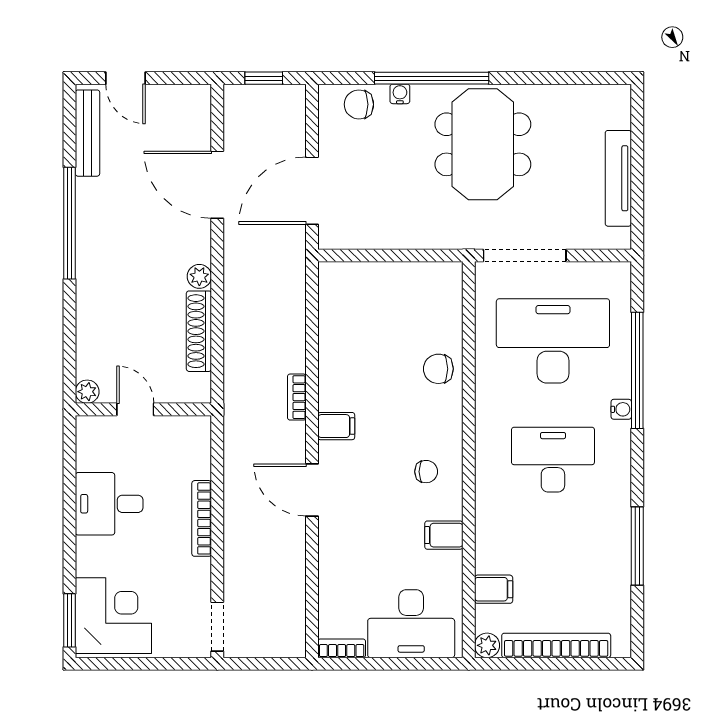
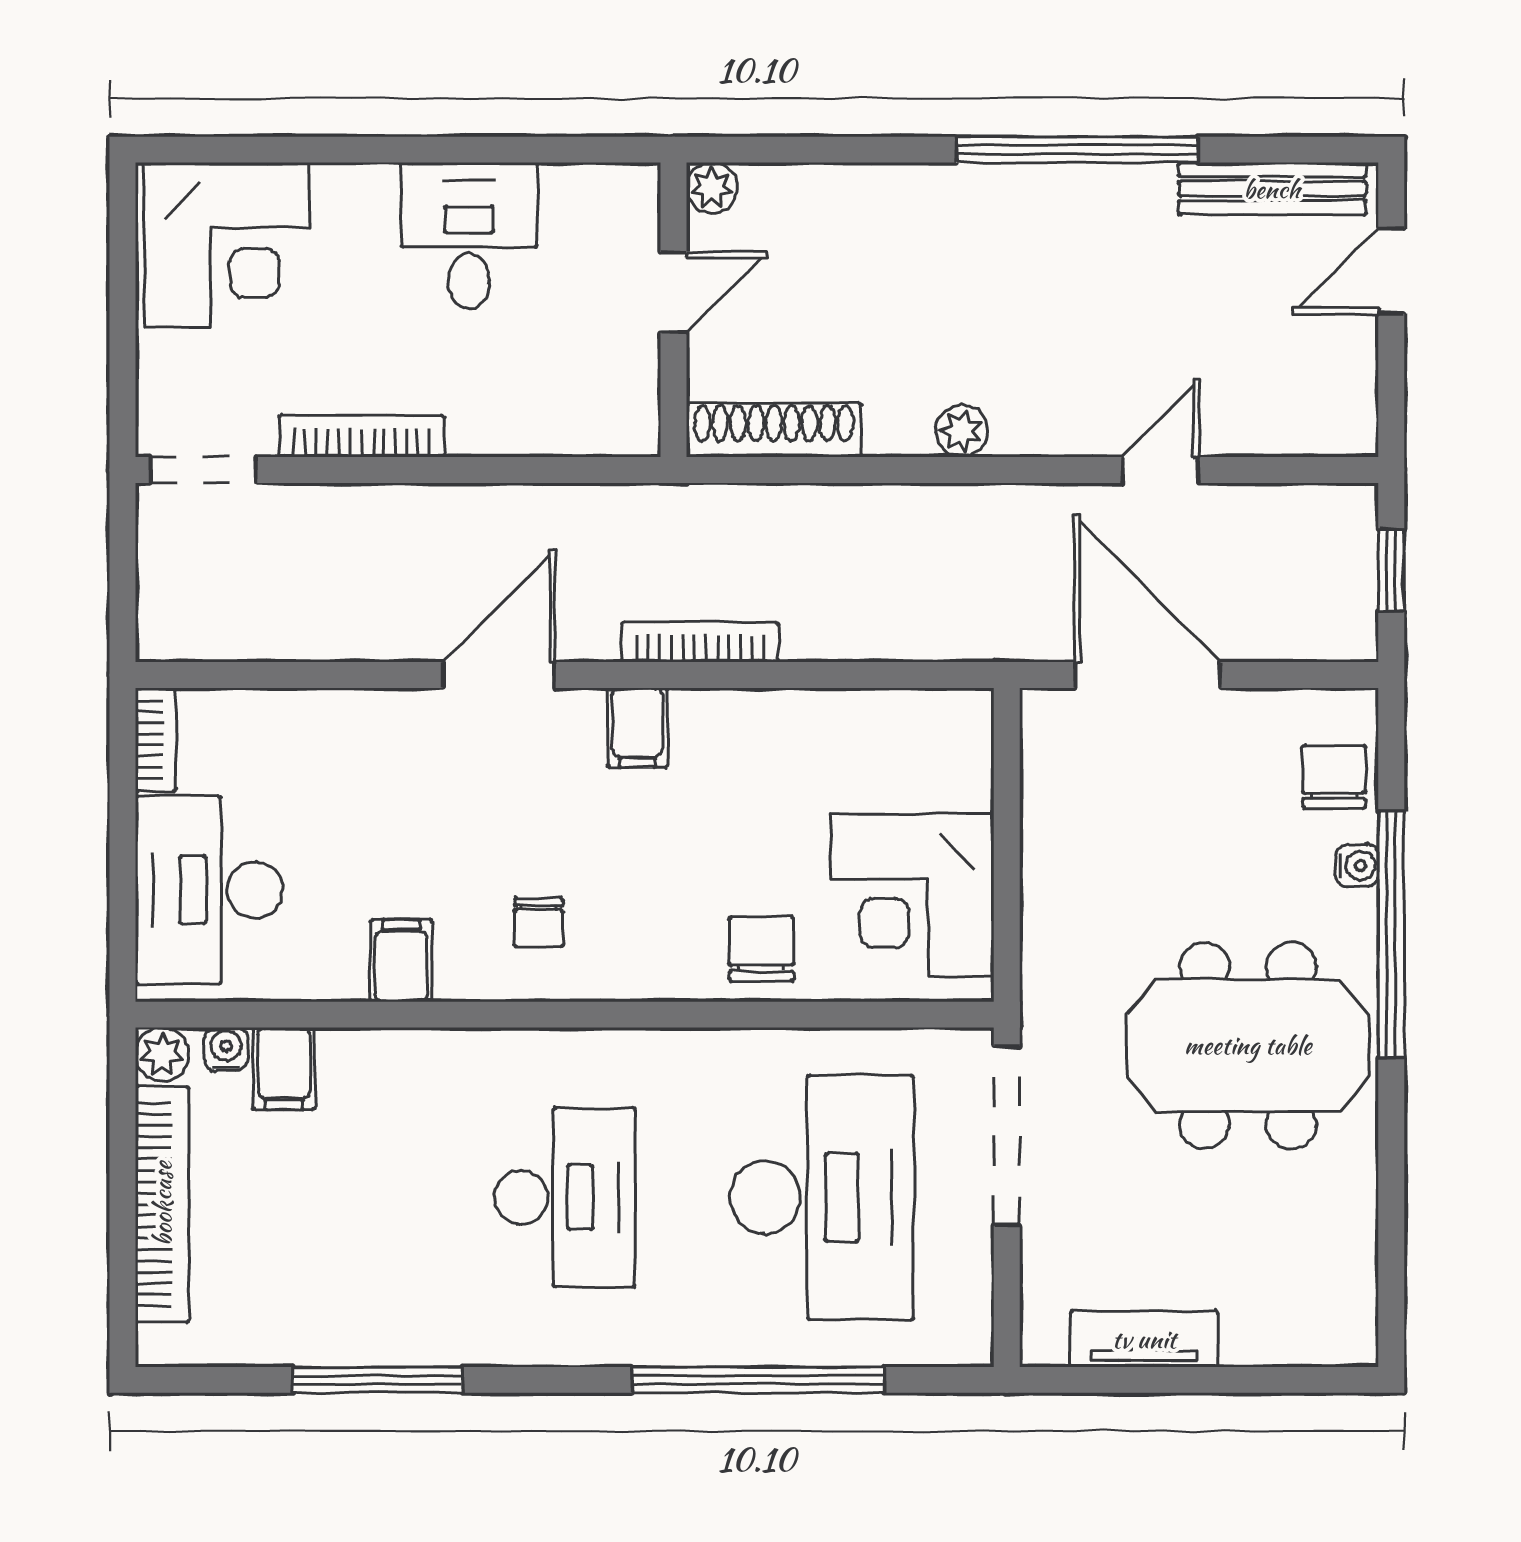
tv unit: (618, 178) -> (1144, 1339), width x0.71
door: (217, 185) -> (1160, 470), width x0.53
corner desk: (414, 299) -> (912, 895), added
shoe rack: (199, 331) -> (774, 430), moved
bookcase: (297, 397) -> (700, 642), width x1.56
water cooler: (621, 409) -> (226, 1049), moved, turned 180
bookcase: (202, 518) -> (362, 436), moved
window: (69, 620) -> (216, 150), removed

